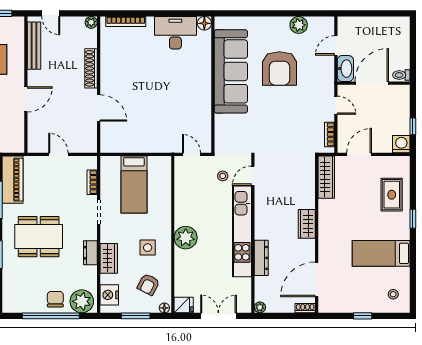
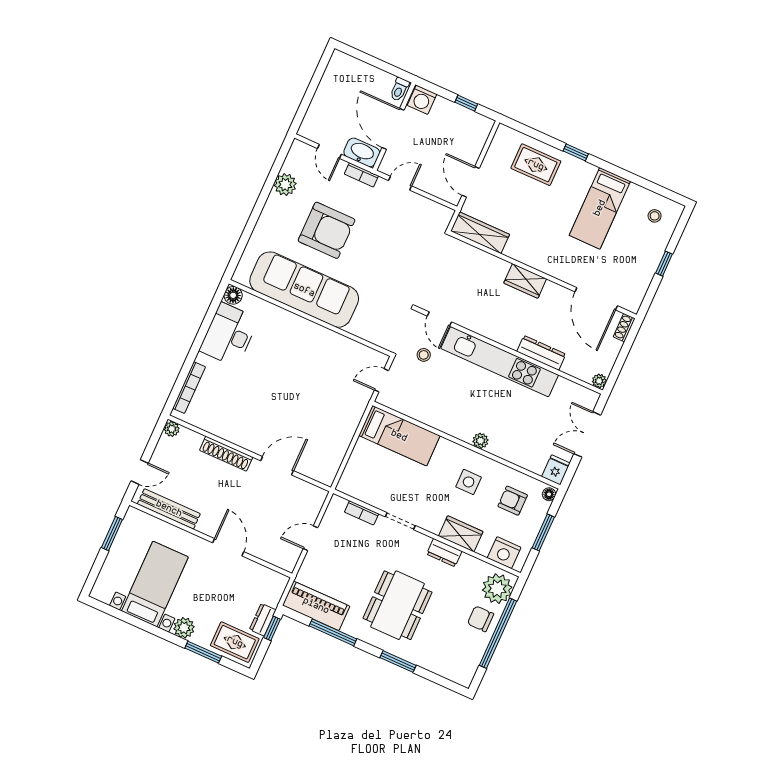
bookcase: (329, 134) -> (361, 175), moved
washing machine: (401, 144) -> (422, 100), moved, turned -90
bed: (134, 184) -> (399, 436), moved
plant: (186, 238) -> (480, 441), width x0.53, depth x0.53
armchair: (148, 284) -> (513, 501), turned 153

